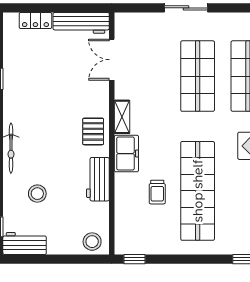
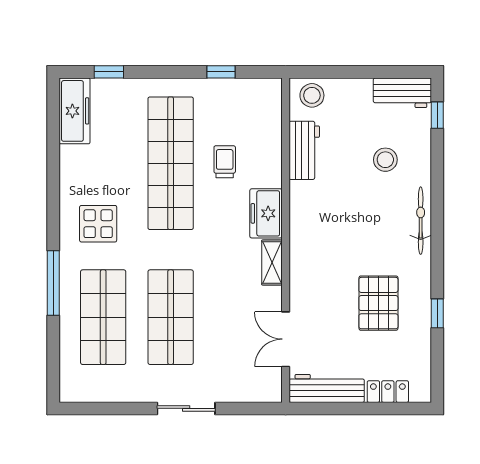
double door: (112, 60) -> (286, 339), swing flipped
pallet: (93, 131) -> (378, 303), moved, width x1.50, depth x1.42
workbench: (98, 179) -> (304, 150), moved
window: (134, 259) -> (221, 72), moved

